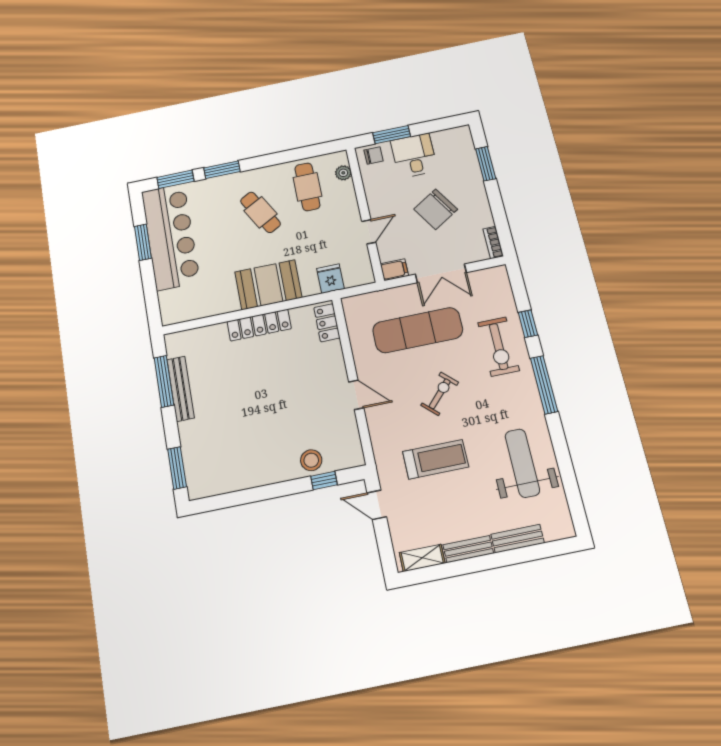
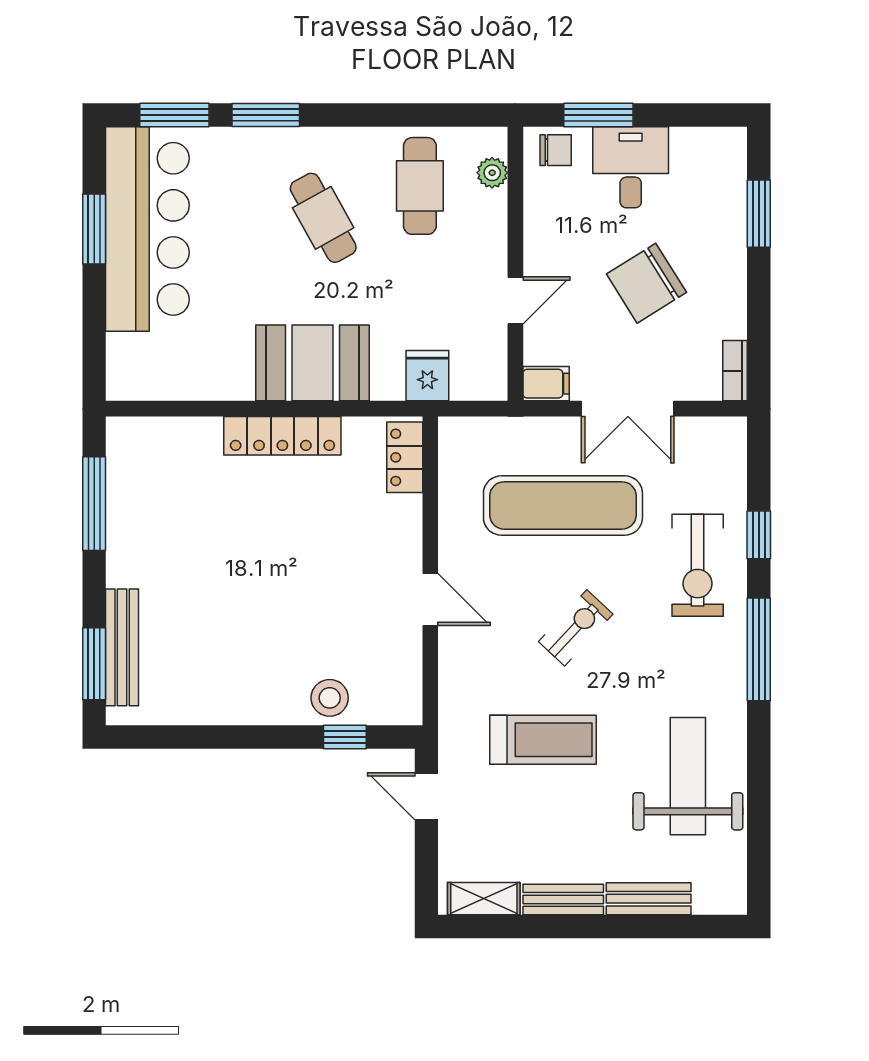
bench: (181, 389) -> (122, 647), moved

